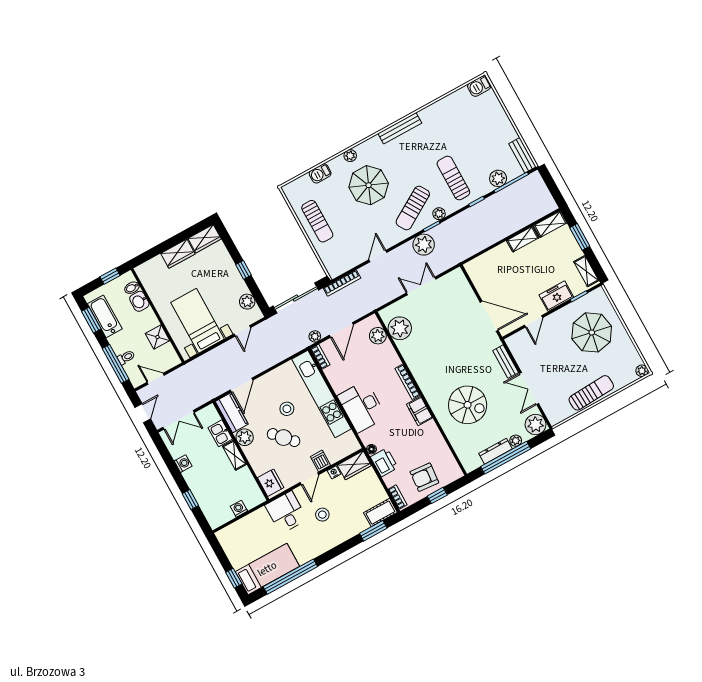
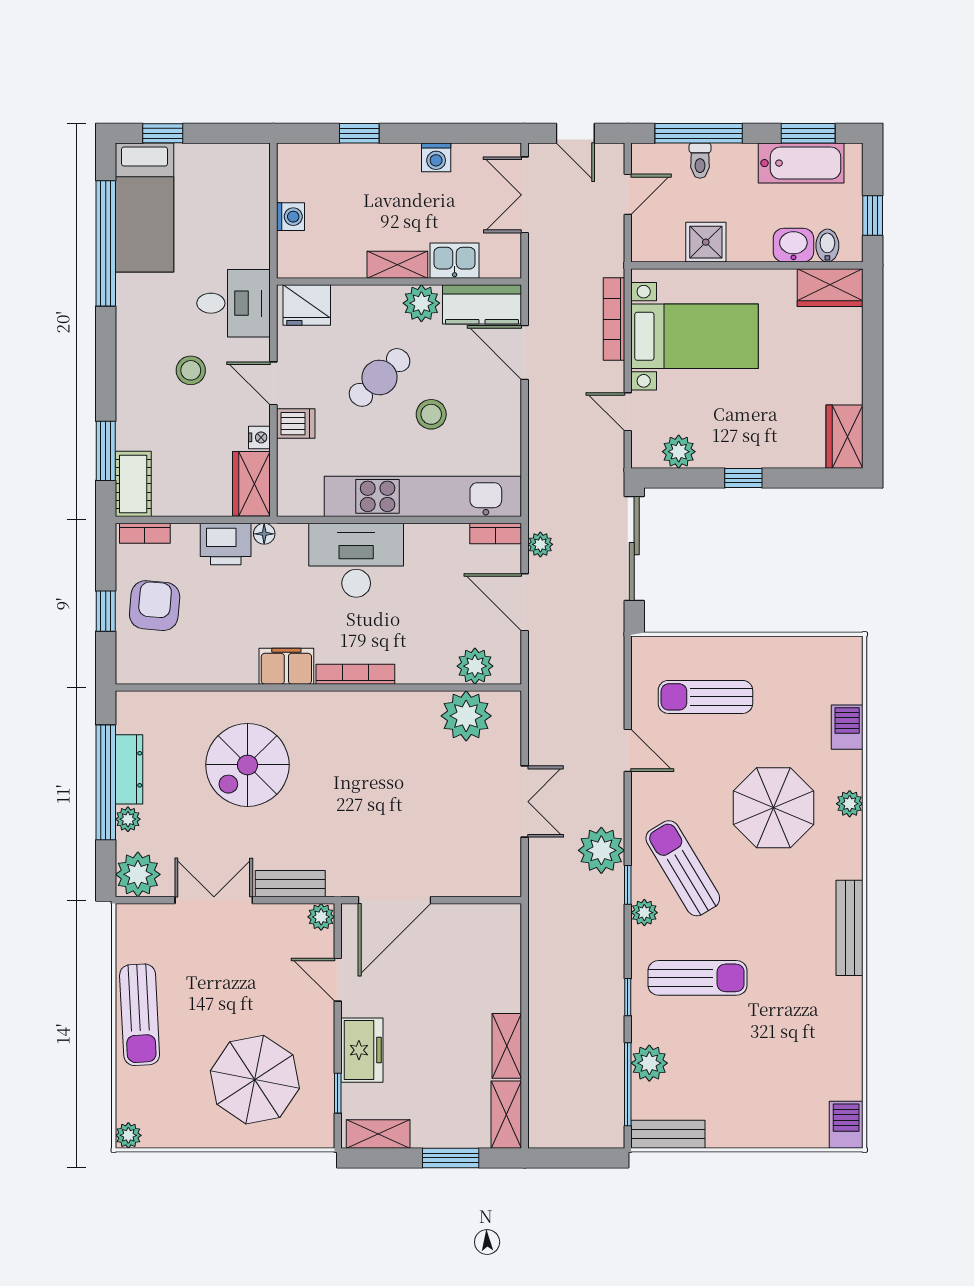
sun lounger: (317, 221) -> (705, 697), moved
wardrobe: (178, 254) -> (830, 288), moved, turned -90
bookcase: (342, 283) -> (614, 319), moved
plant: (512, 342) -> (321, 917), added

